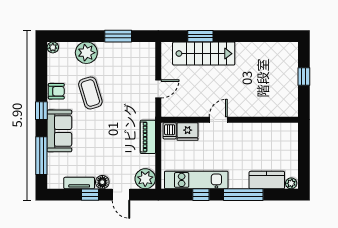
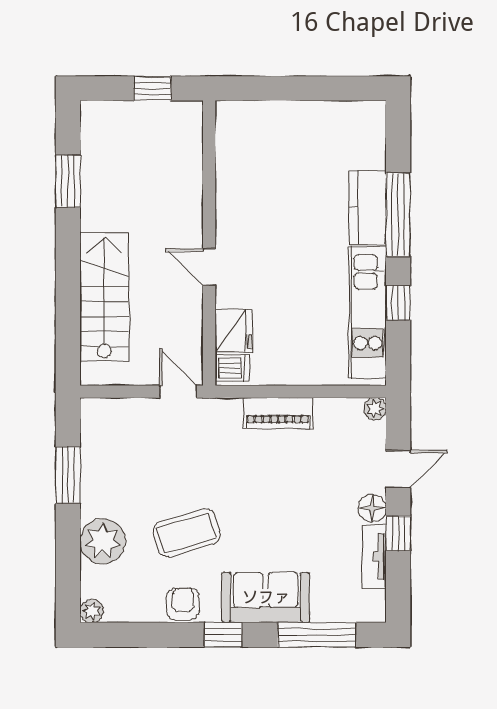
window: (200, 36) -> (68, 181), moved
door: (218, 120) -> (209, 267), moved
wall: (230, 120) -> (209, 243), moved
dishwasher: (170, 131) -> (232, 368), moved
fridge: (188, 132) -> (234, 330), moved
plant: (145, 179) -> (375, 409), width x0.53, depth x0.53
kitchen counter: (267, 180) -> (368, 208), moved
plant: (291, 183) -> (375, 115), removed

